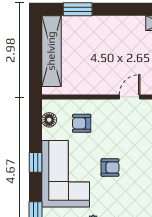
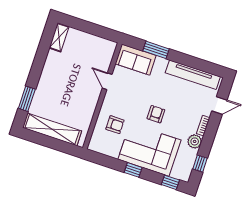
floor lamp: (49, 120) -> (104, 149), removed
armchair: (82, 123) -> (115, 125), turned -90

